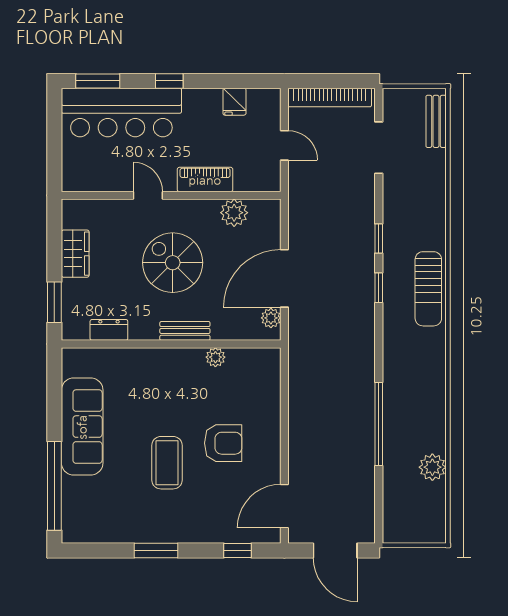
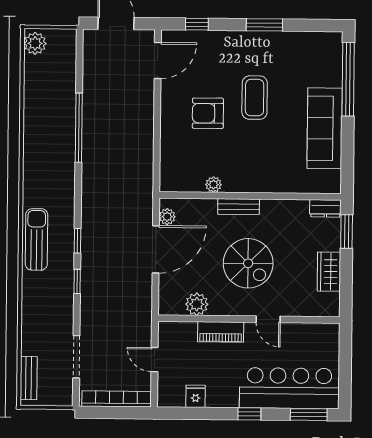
dresser: (109, 330) -> (325, 208), moved
plant: (432, 467) -> (35, 43), moved

